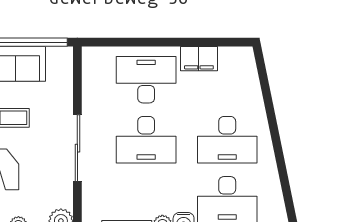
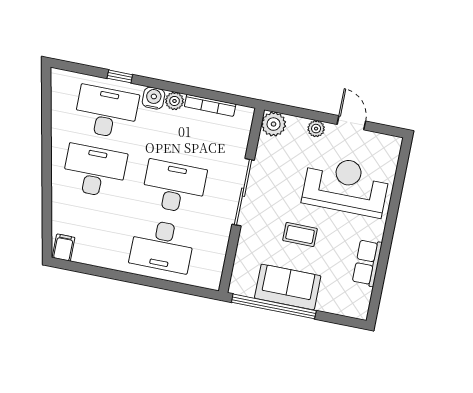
filing cabinet: (199, 59) -> (64, 248), moved, width x0.50

